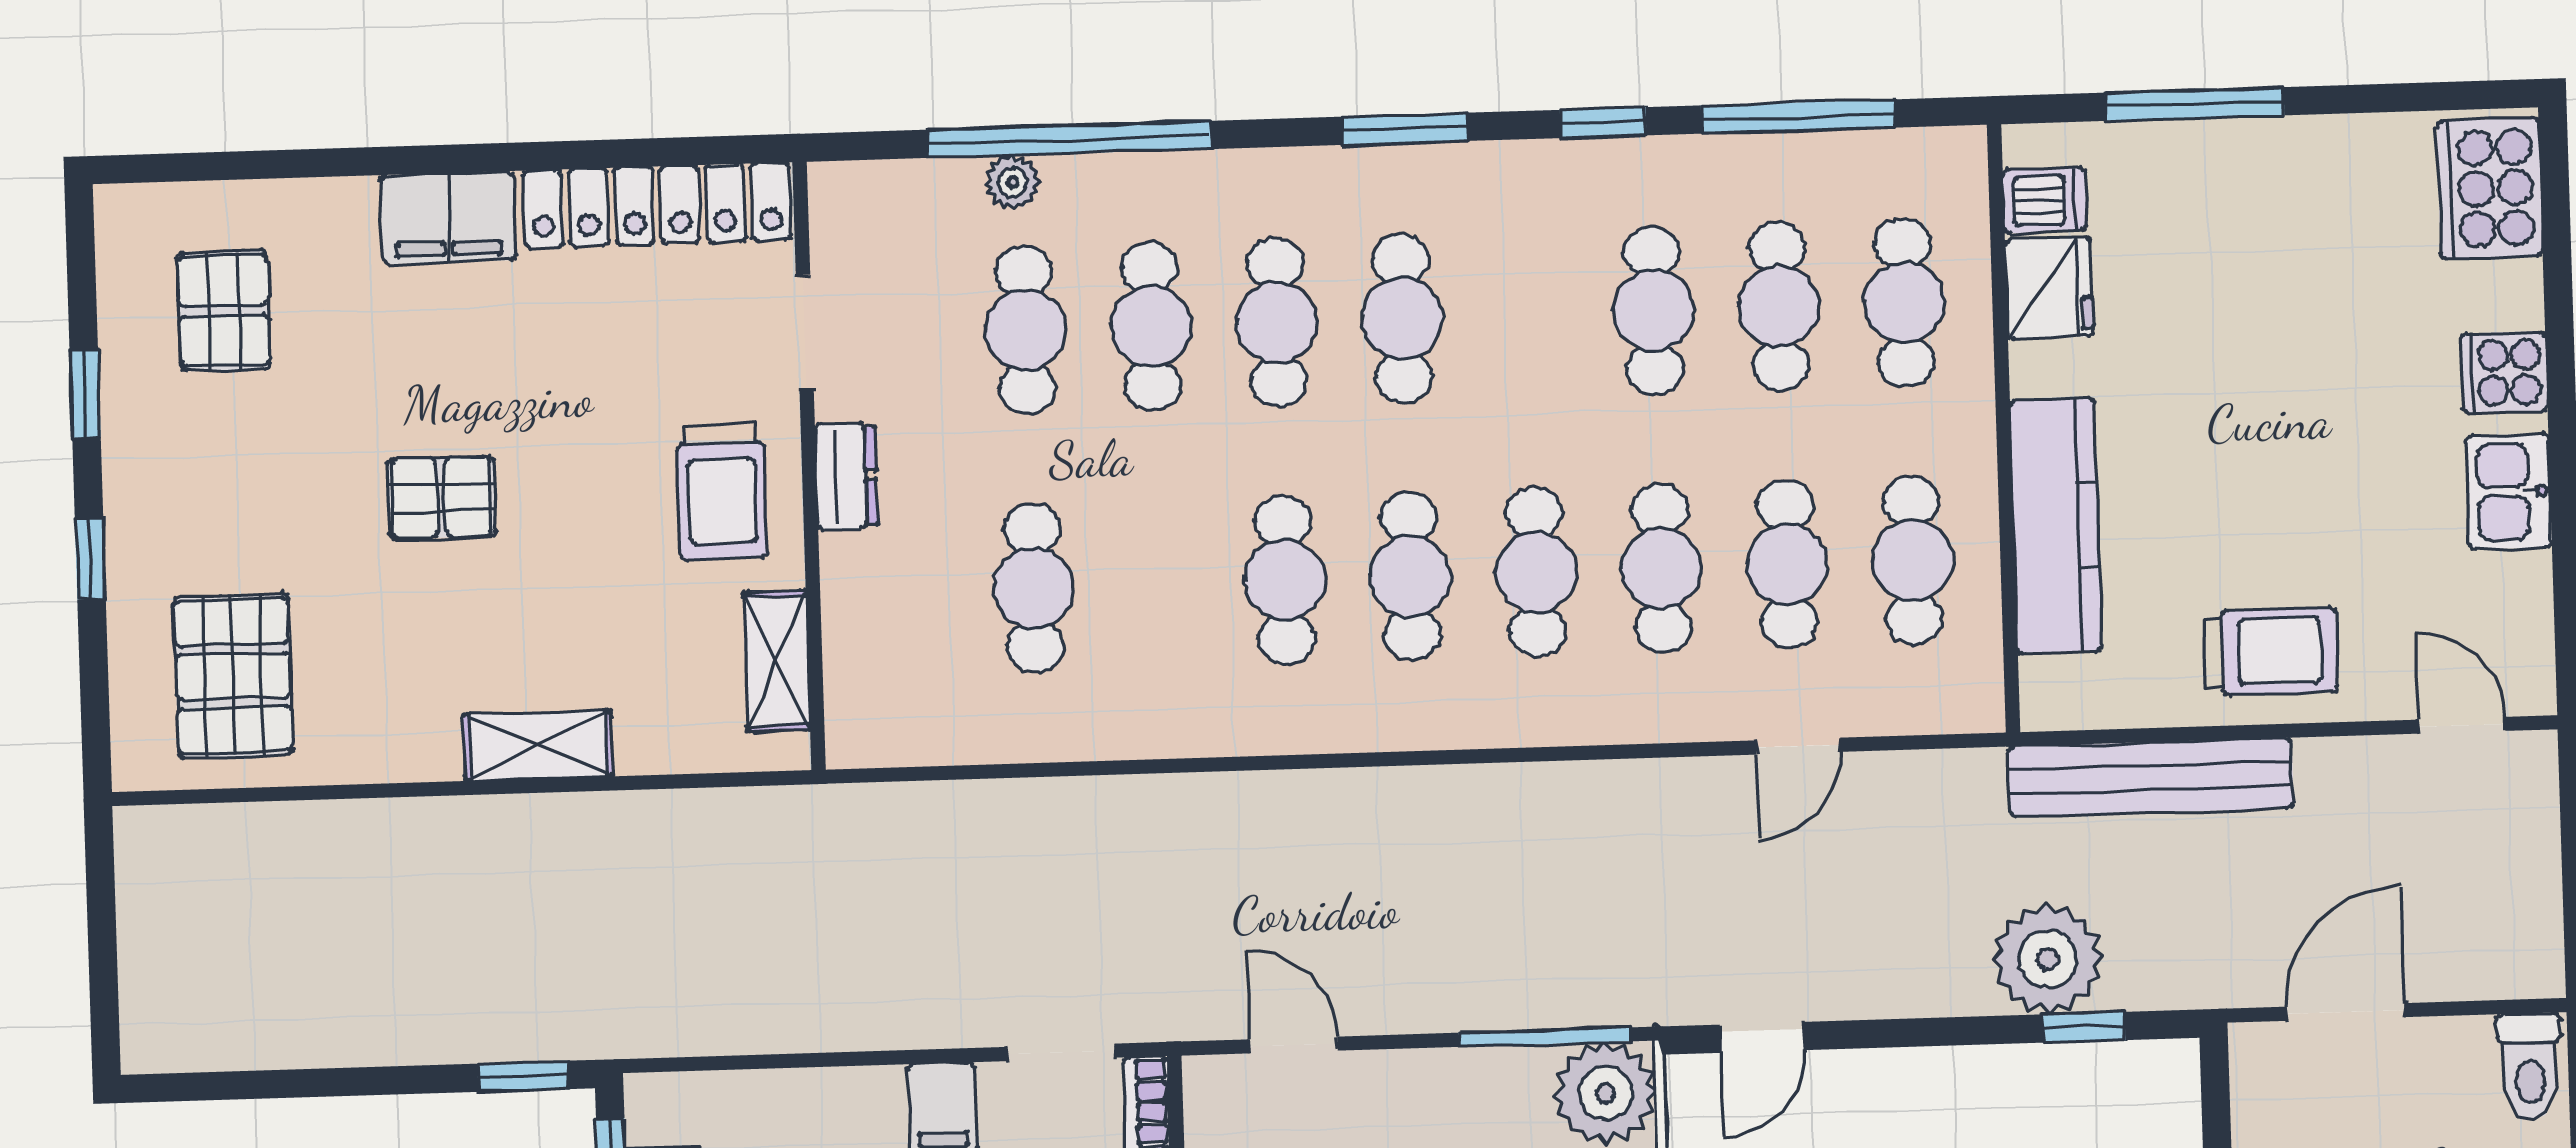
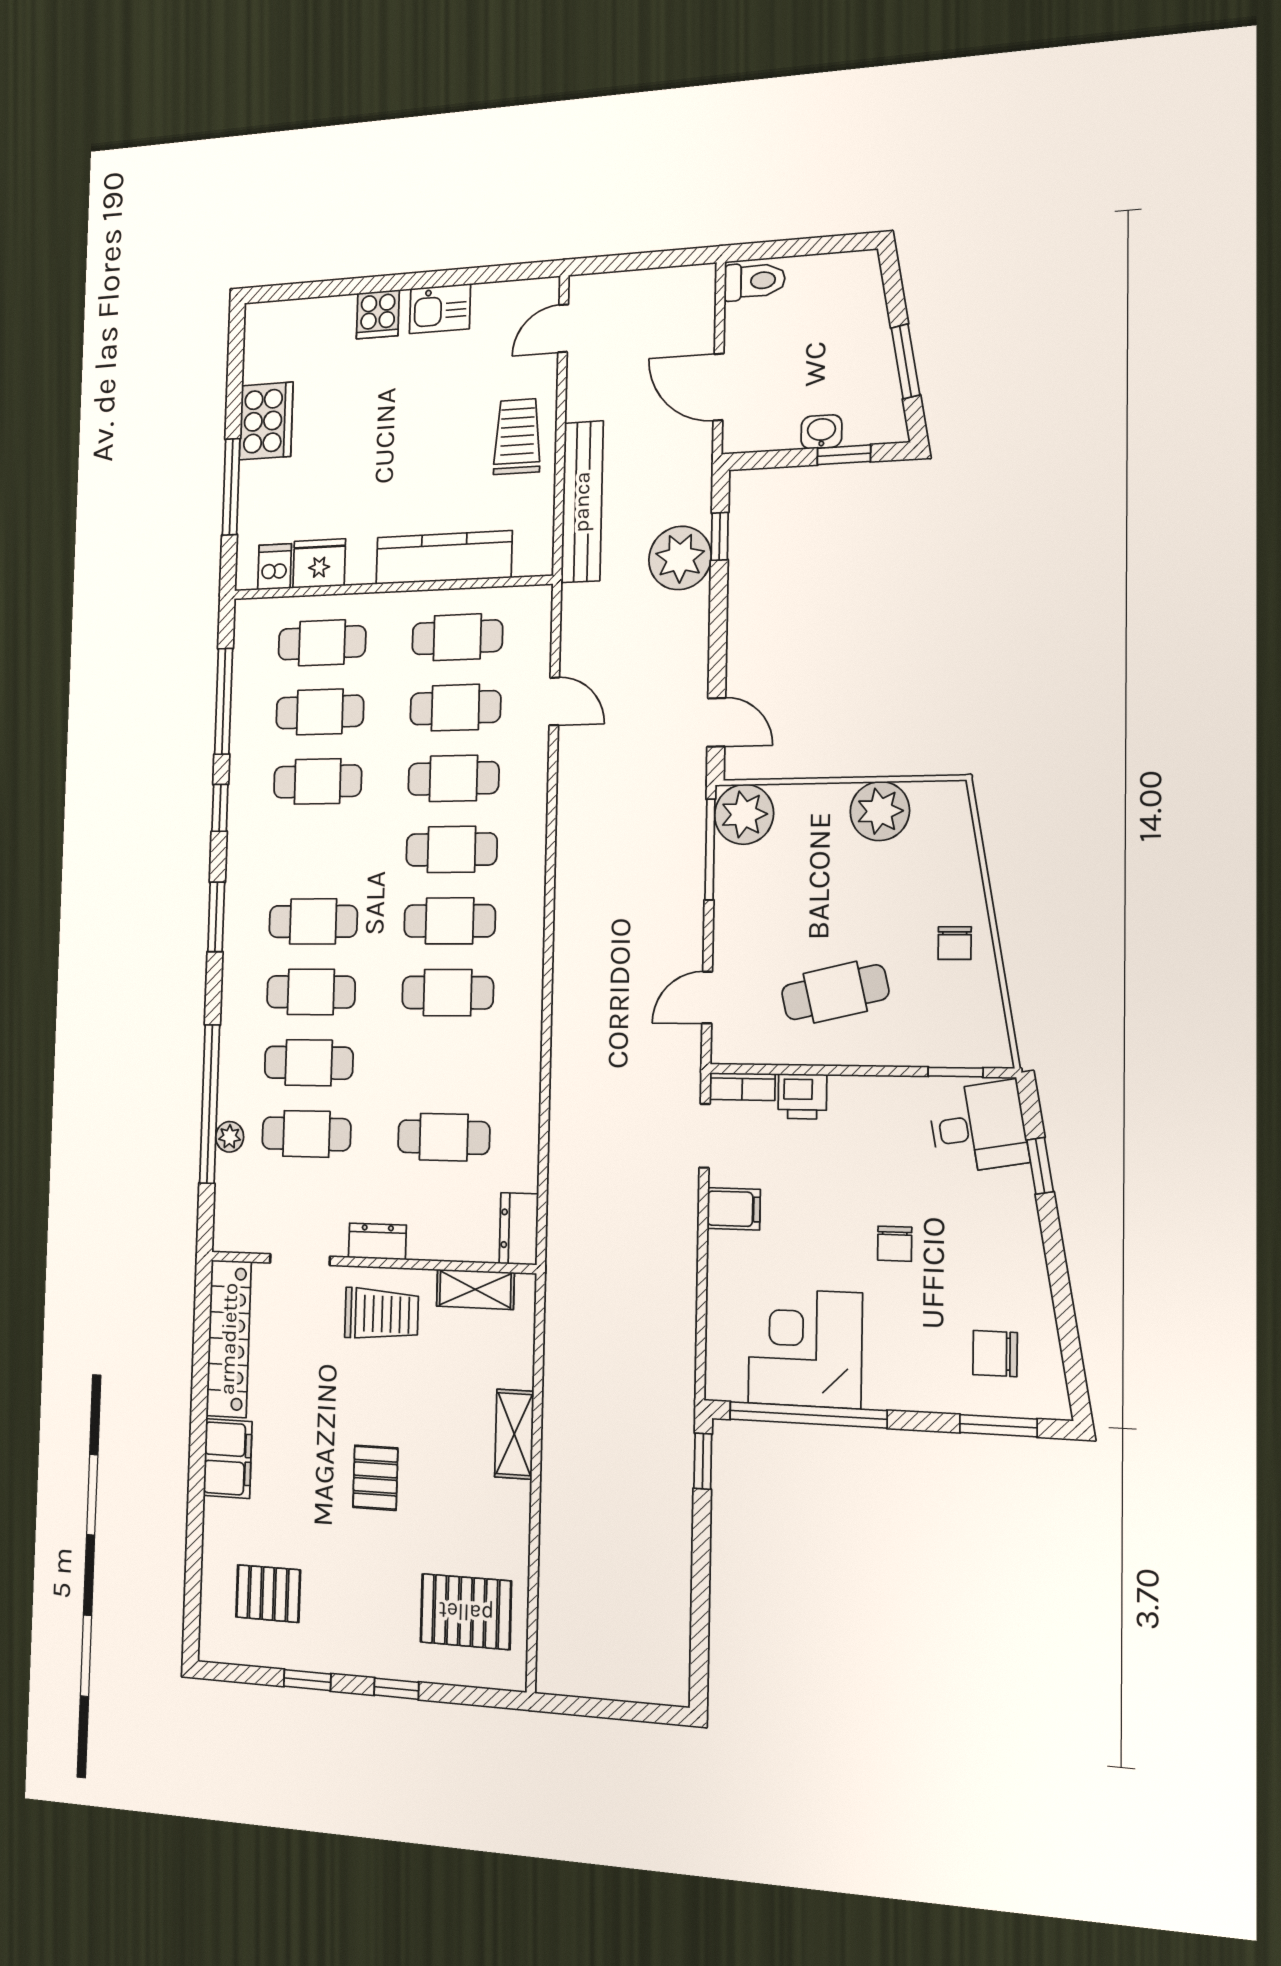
cooker: (2490, 188) -> (266, 421), moved, turned -90
dresser: (885, 734) -> (519, 1229), added

